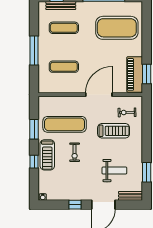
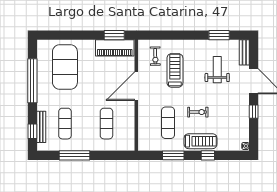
window: (34, 51) -> (75, 155), moved
door: (99, 95) -> (136, 86), hinge flipped
exercise mat: (65, 124) -> (168, 123), width x0.73, depth x0.69

